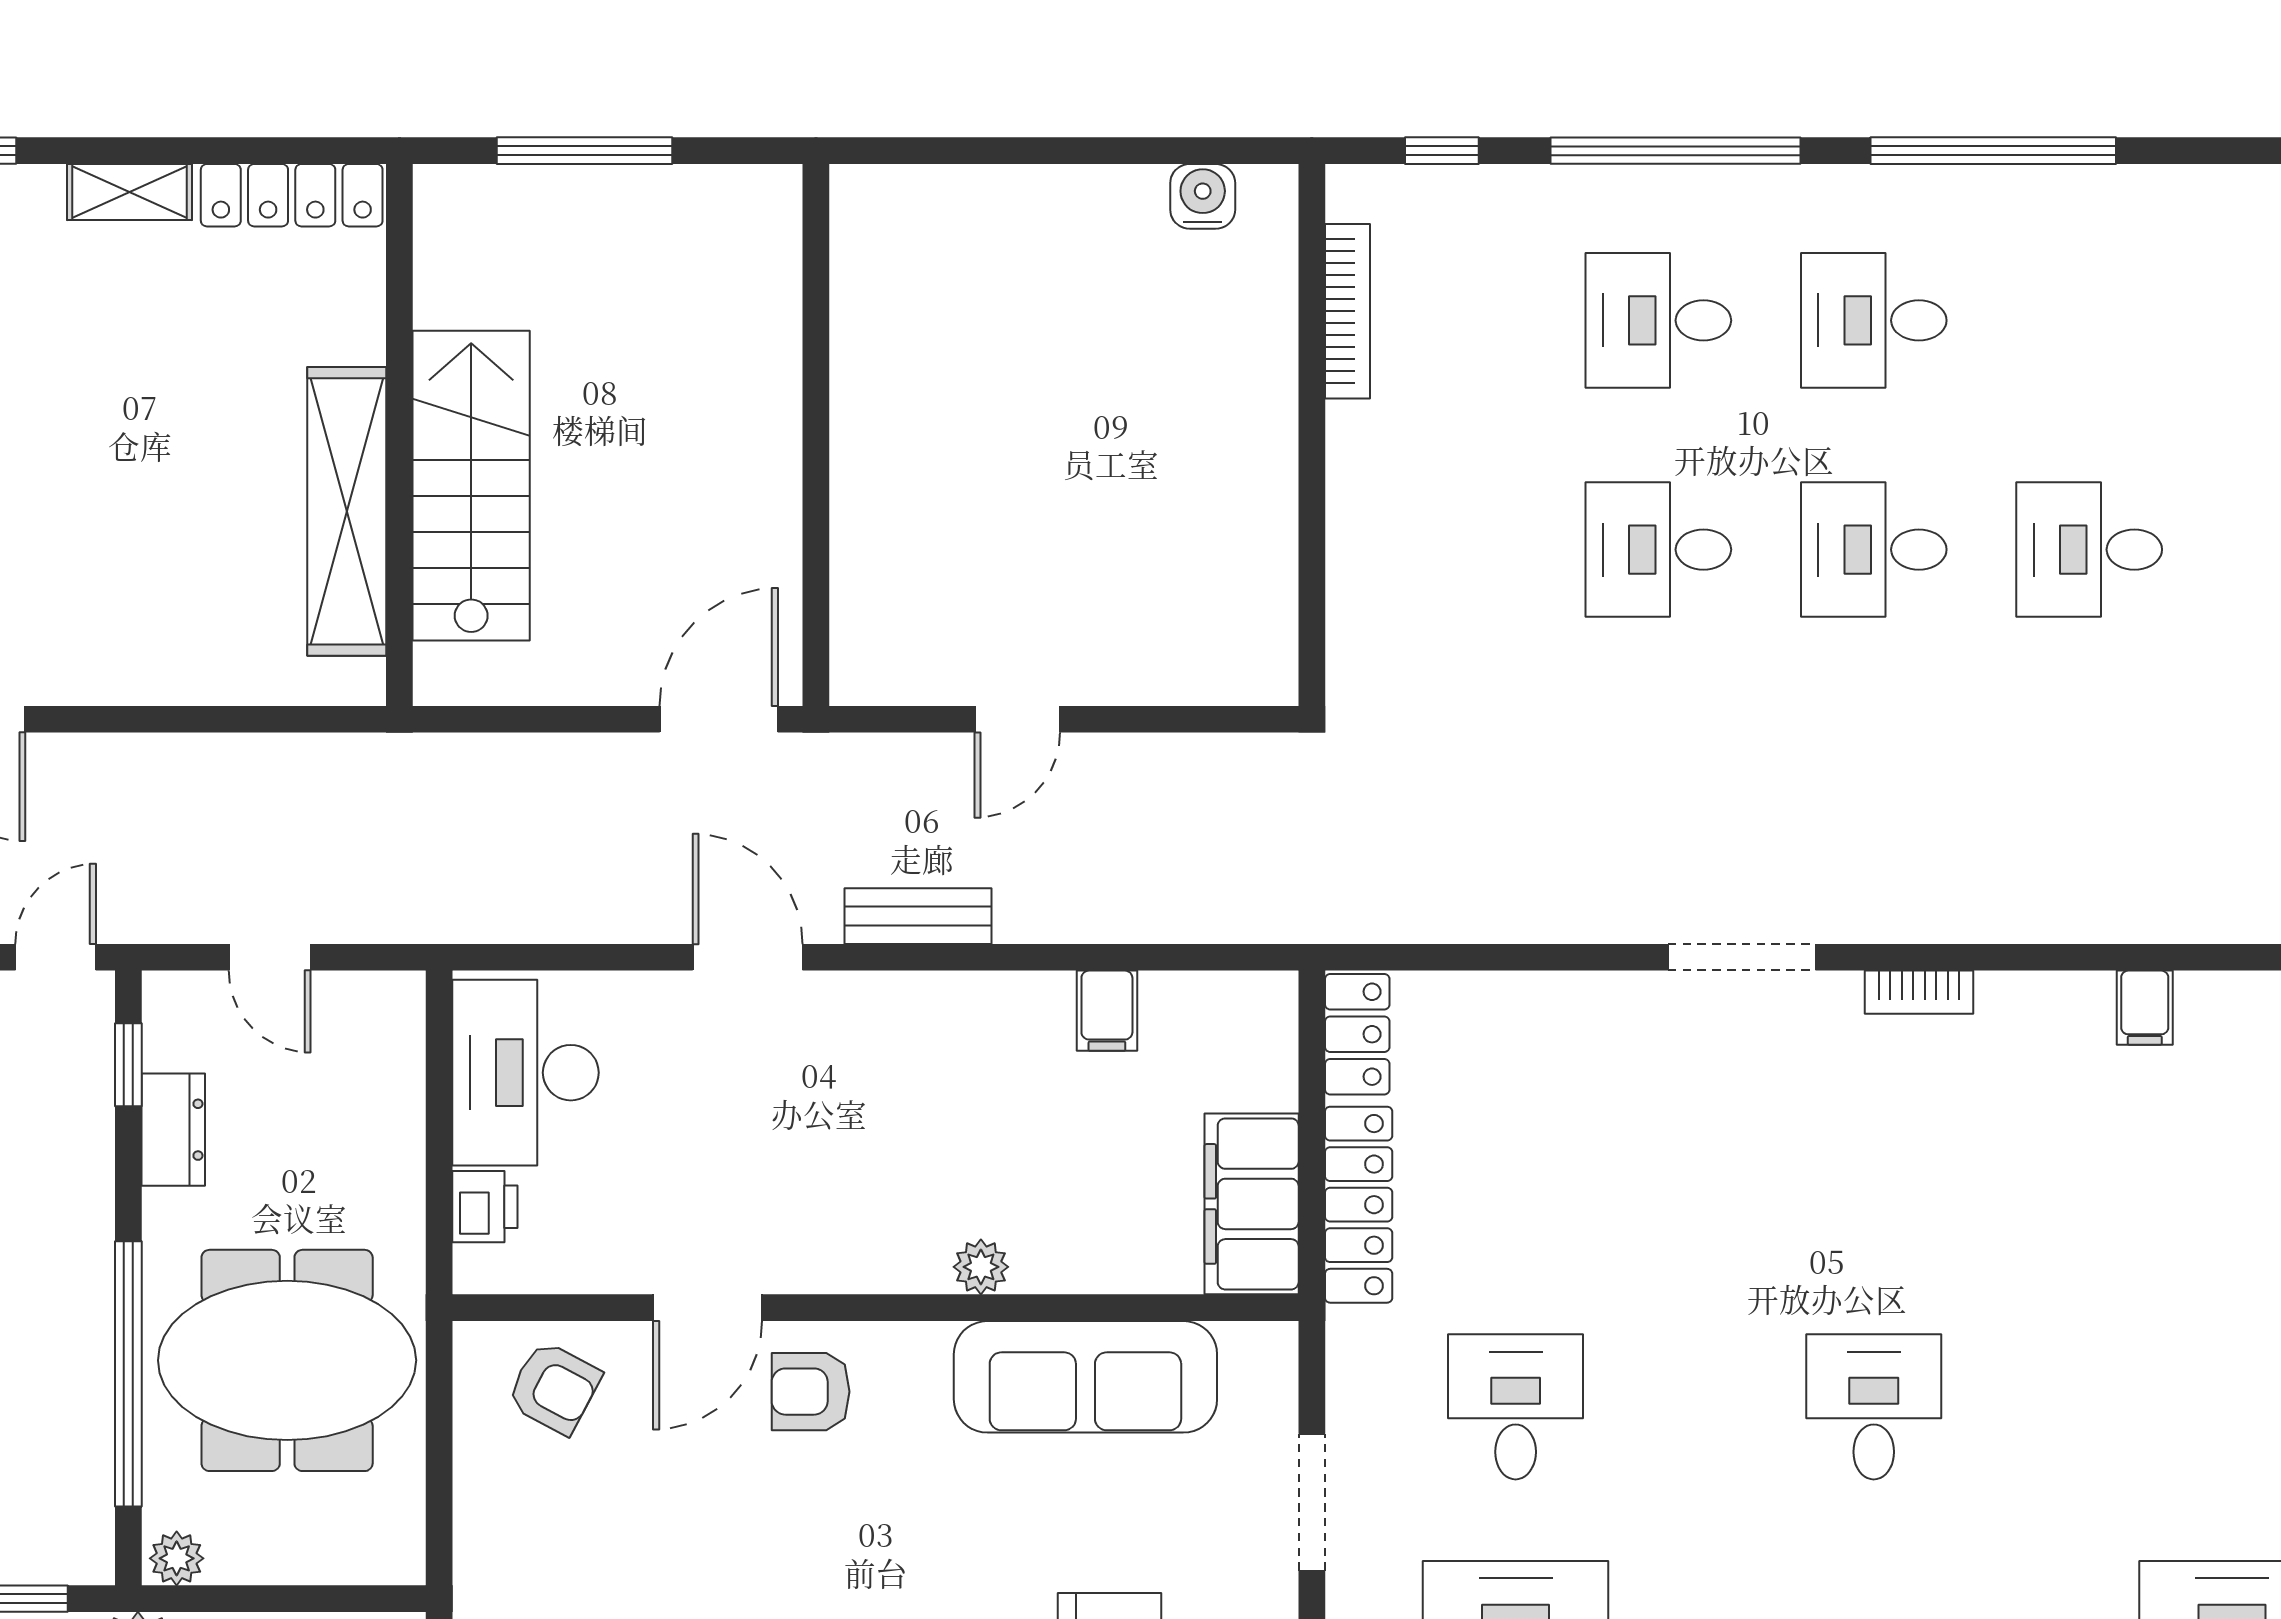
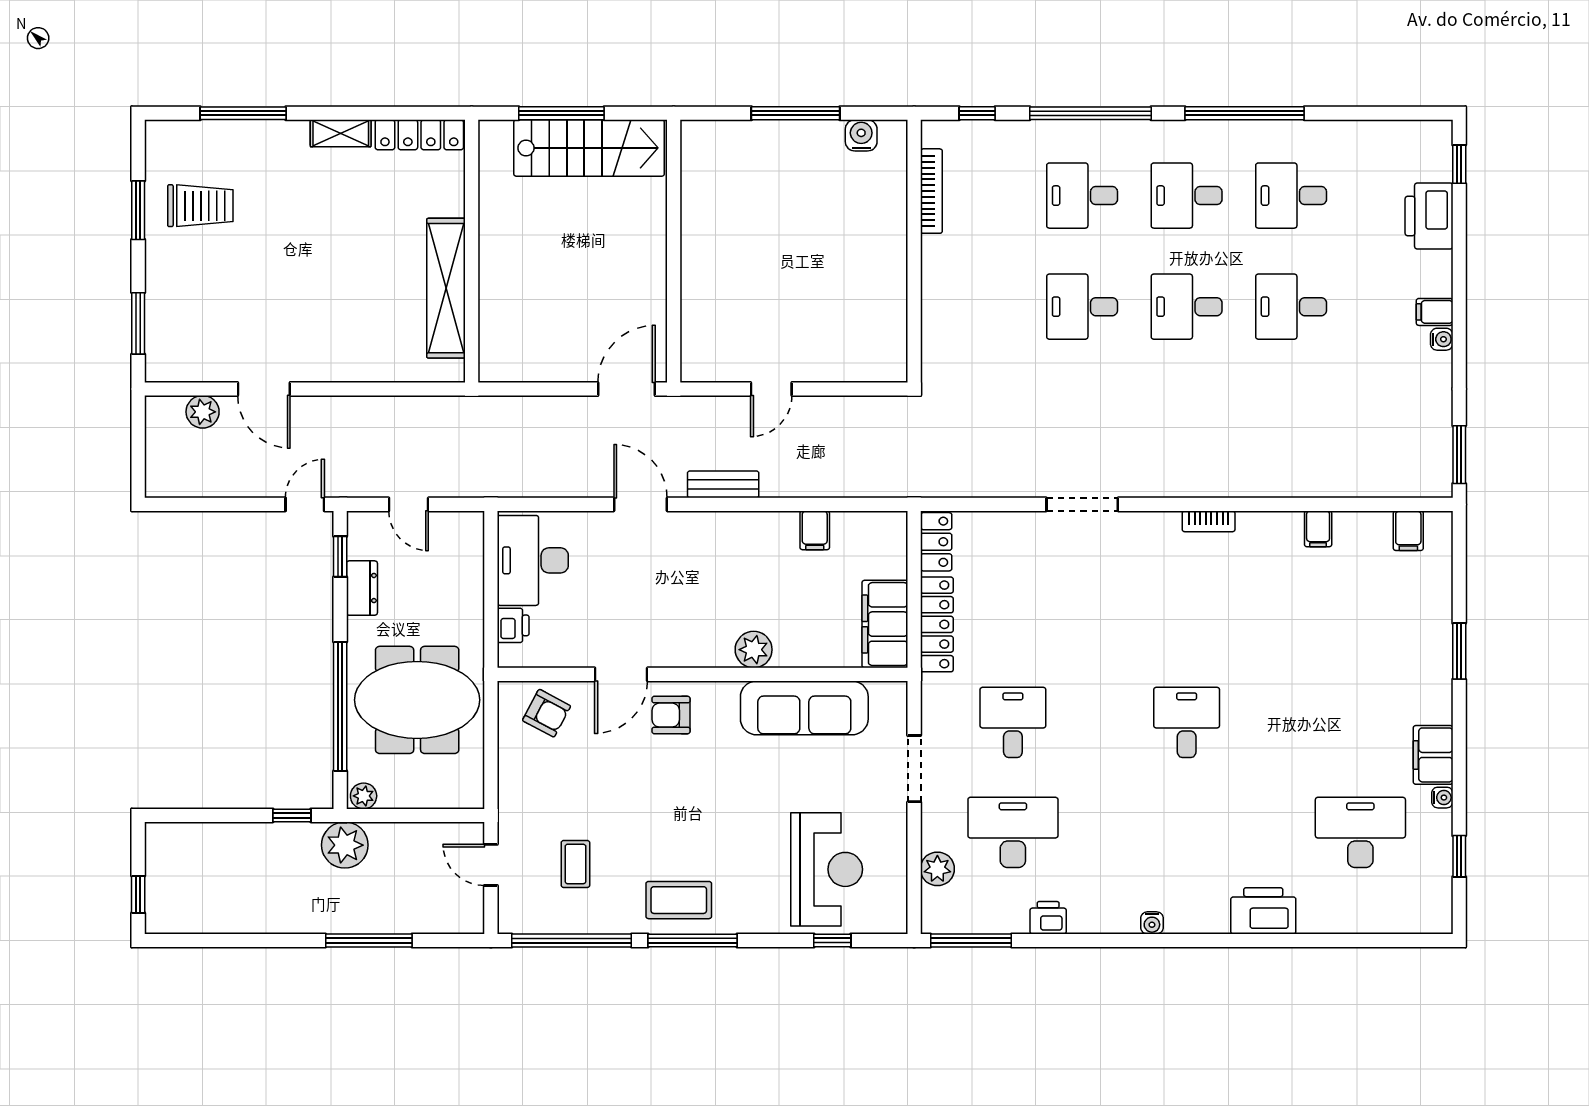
window: (1067, 151) -> (796, 113), added
desk: (2089, 320) -> (1291, 196), added
stairs: (471, 486) -> (589, 148), moved, turned 90
doorway: (1742, 957) -> (1082, 504), moved
plant: (981, 1267) -> (754, 650), width x1.38, depth x1.38

